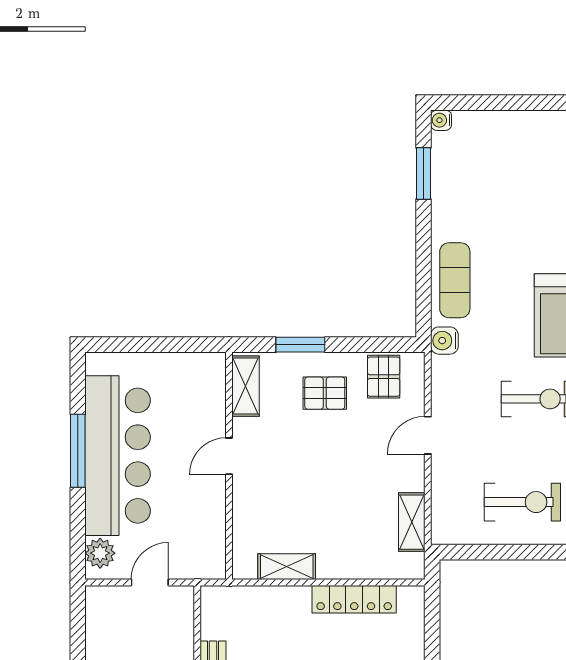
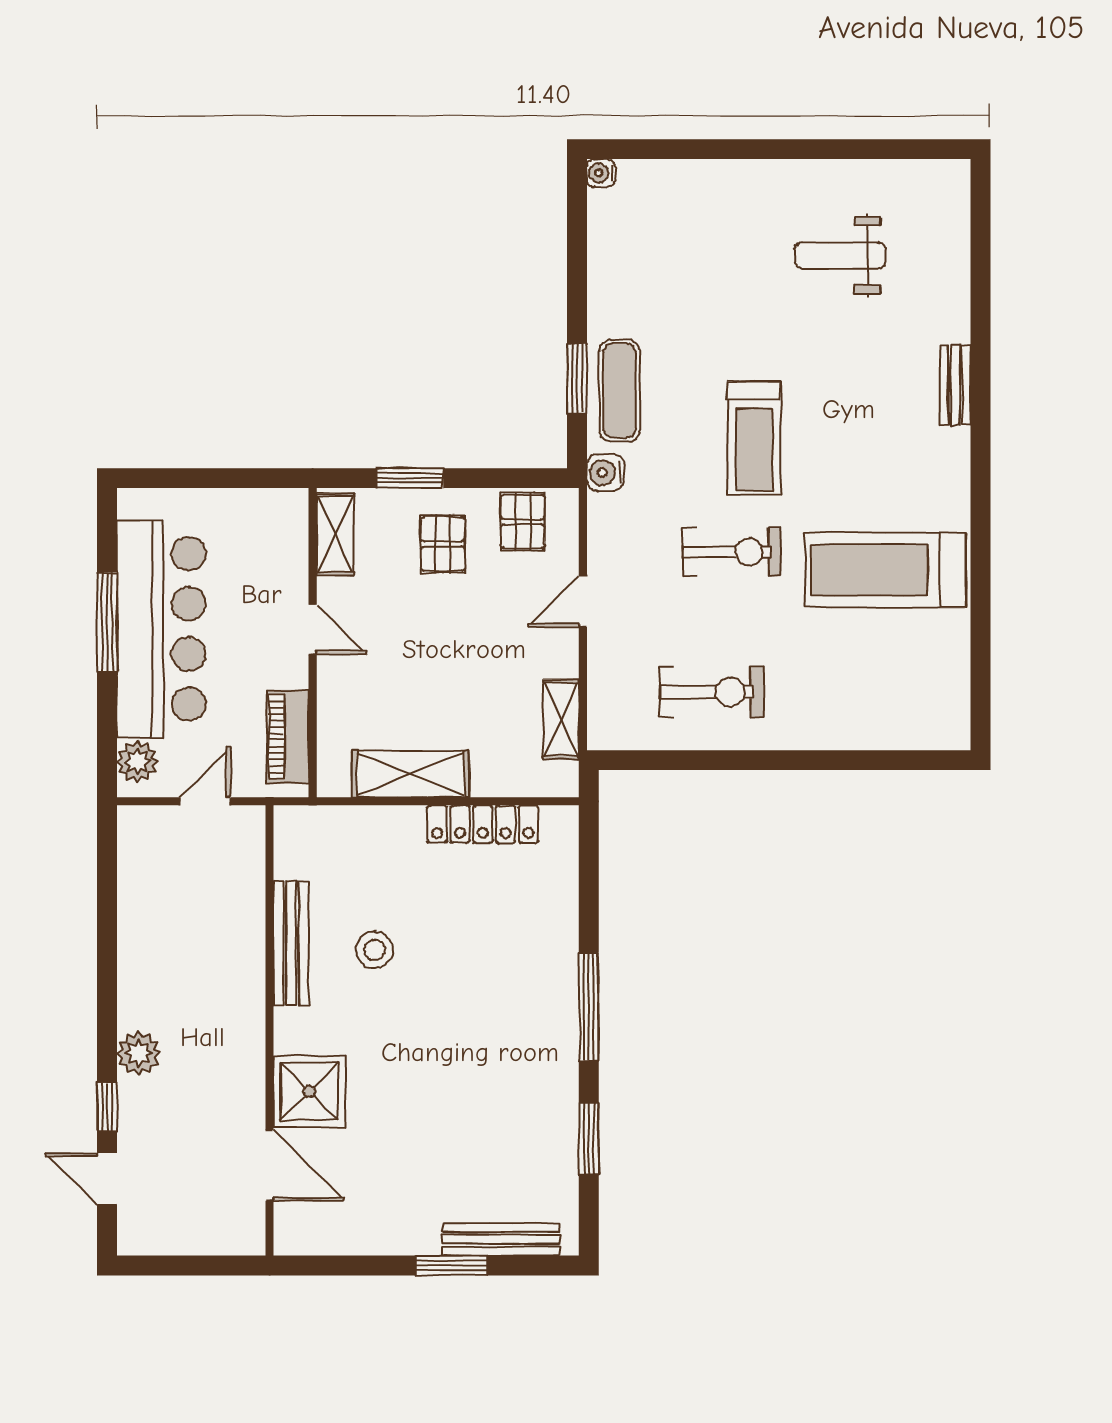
window: (424, 174) -> (577, 378), moved
pallet: (325, 393) -> (443, 544), turned 90
door: (229, 456) -> (313, 630), swing flipped
piano: (211, 535) -> (288, 737), added
shelving: (287, 567) -> (411, 774), width x1.50, depth x1.33

